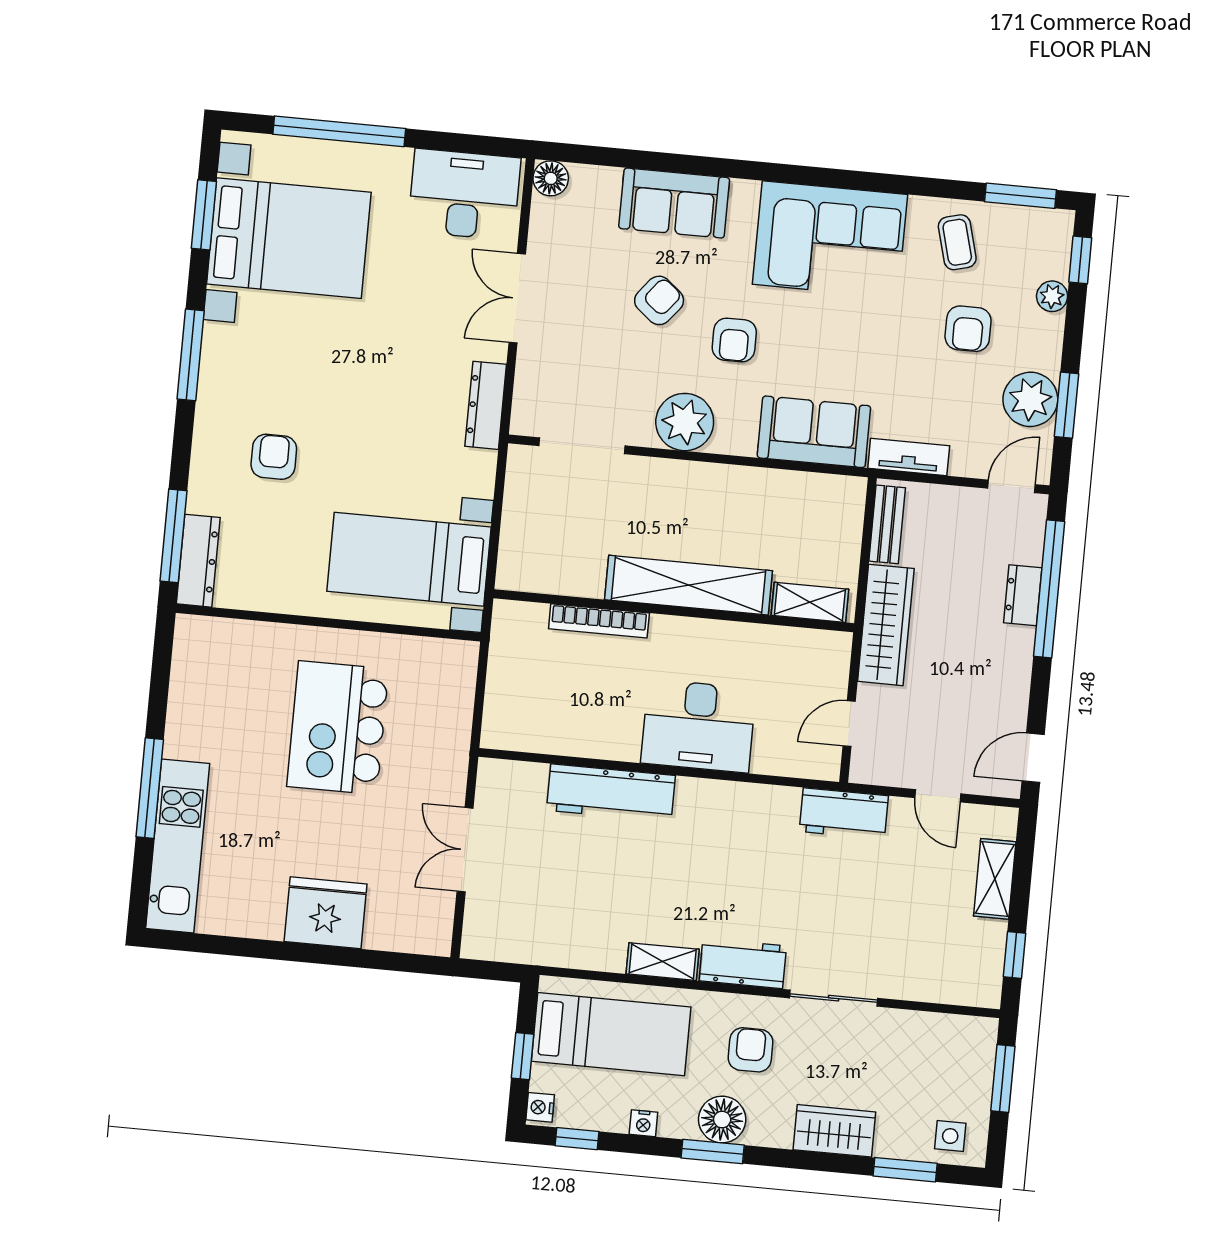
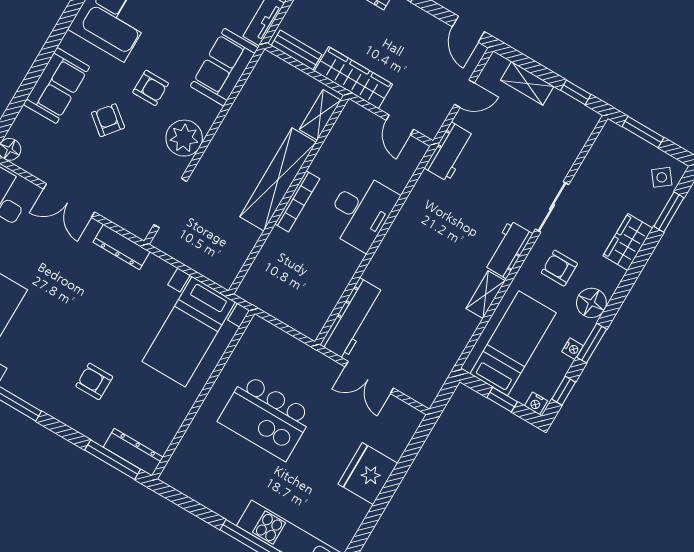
bookcase: (599, 621) -> (297, 201), moved
workbench: (611, 793) -> (352, 319), moved
side table: (950, 1136) -> (662, 177), turned -38
window: (713, 1152) -> (592, 343), moved

